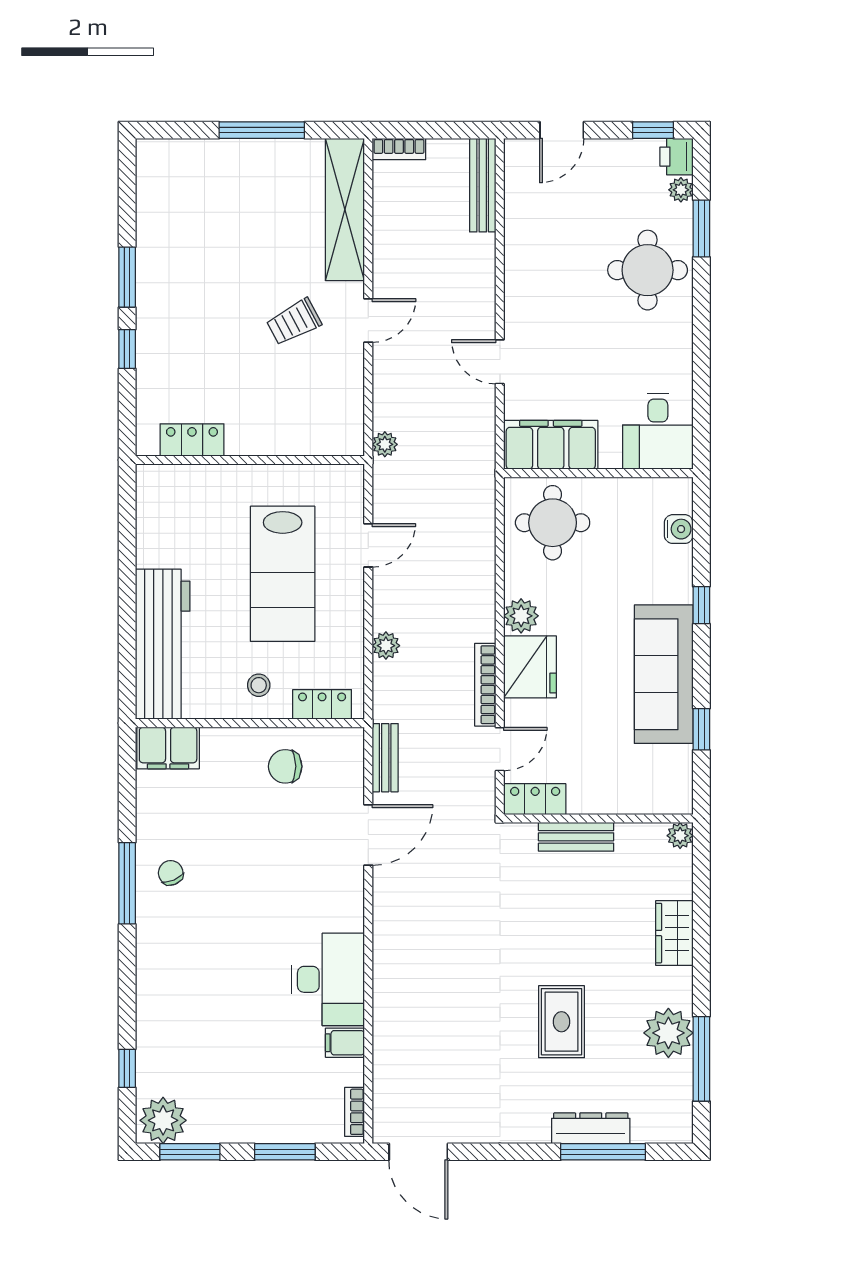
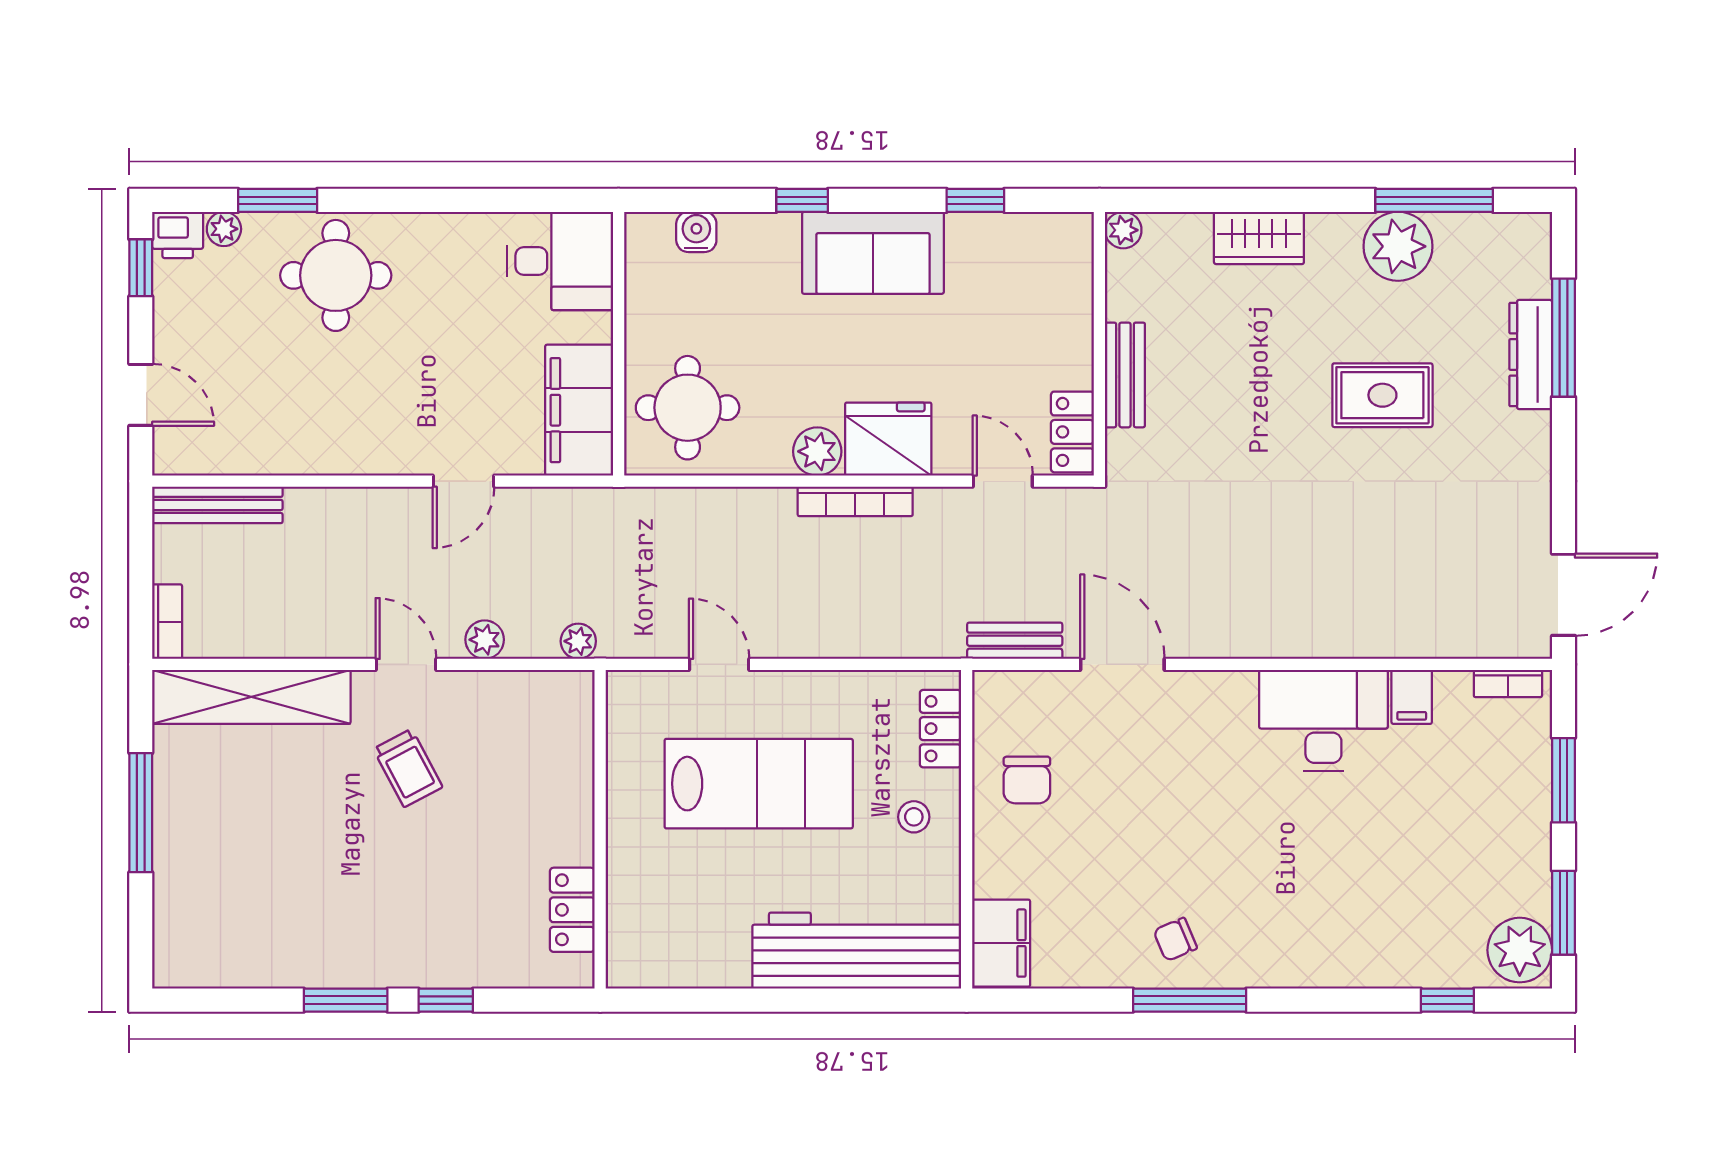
plant: (386, 646) -> (485, 640), moved
sofa: (664, 674) -> (873, 253), width x0.73
bookcase: (485, 685) -> (855, 501), moved

